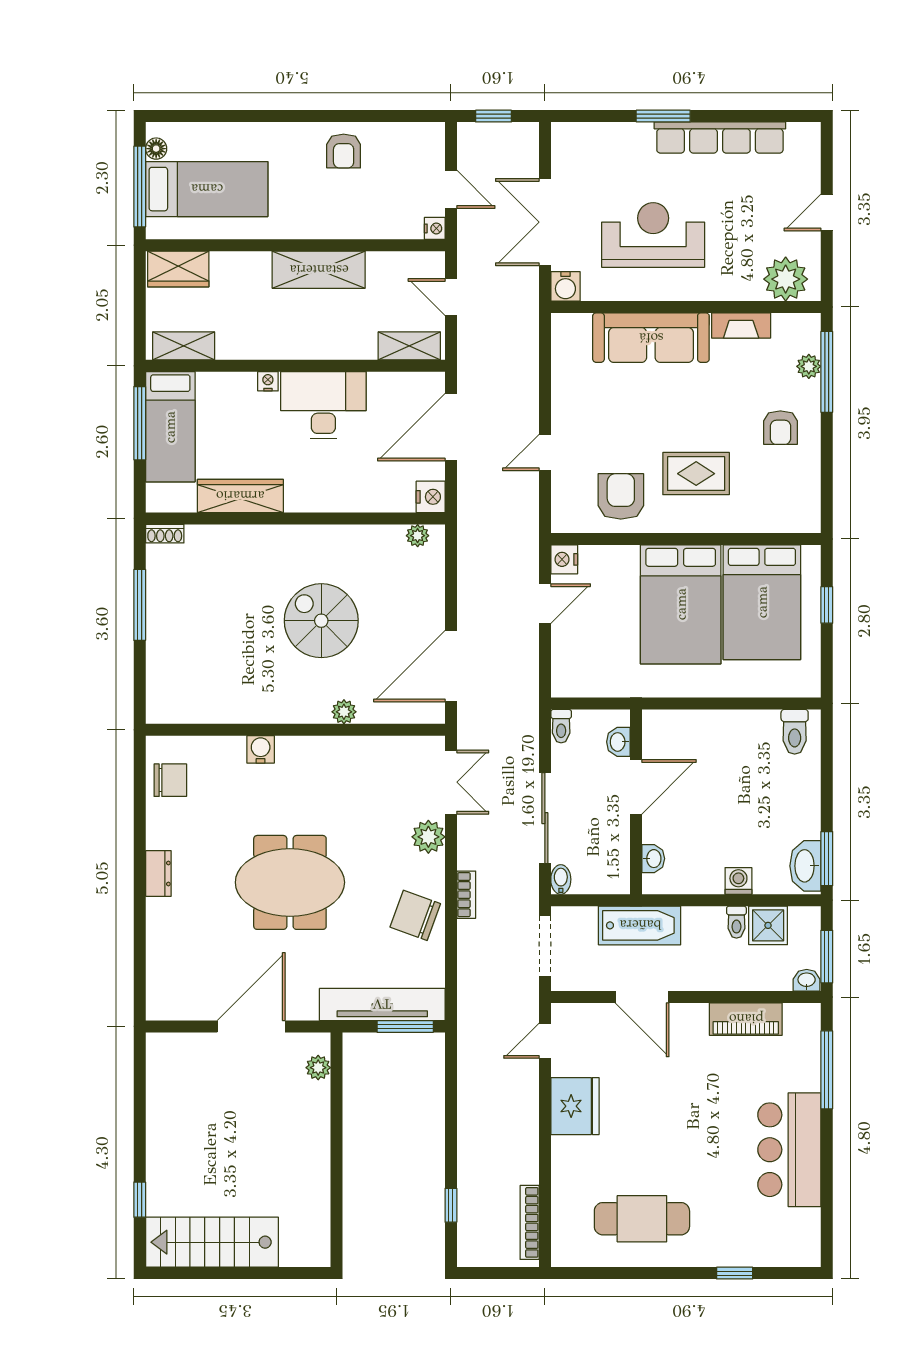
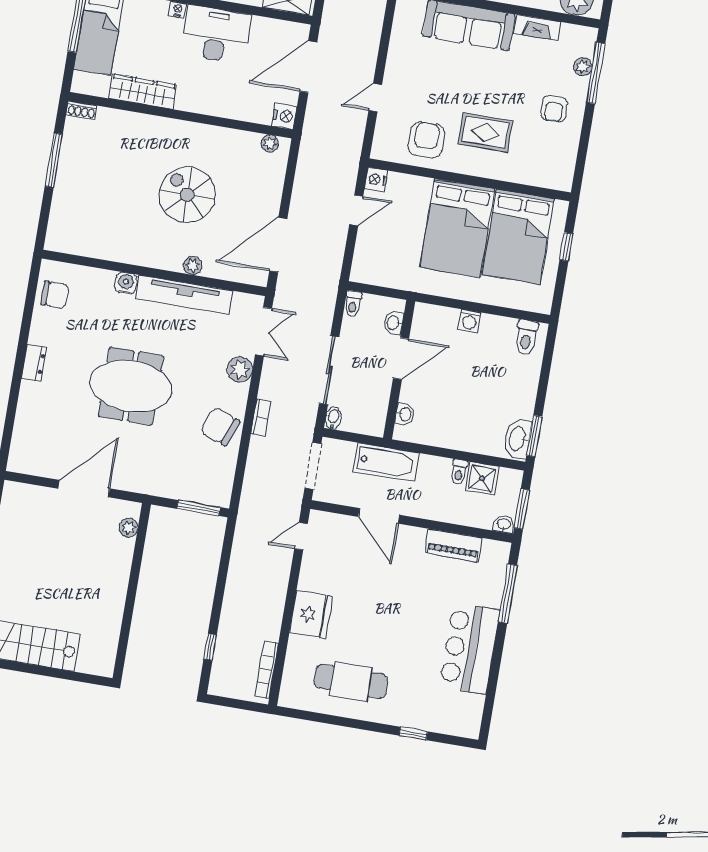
washing machine: (738, 881) -> (470, 321), moved, turned 180
tv unit: (382, 1004) -> (184, 295), moved, turned 180
fridge: (575, 1106) -> (311, 614), moved

